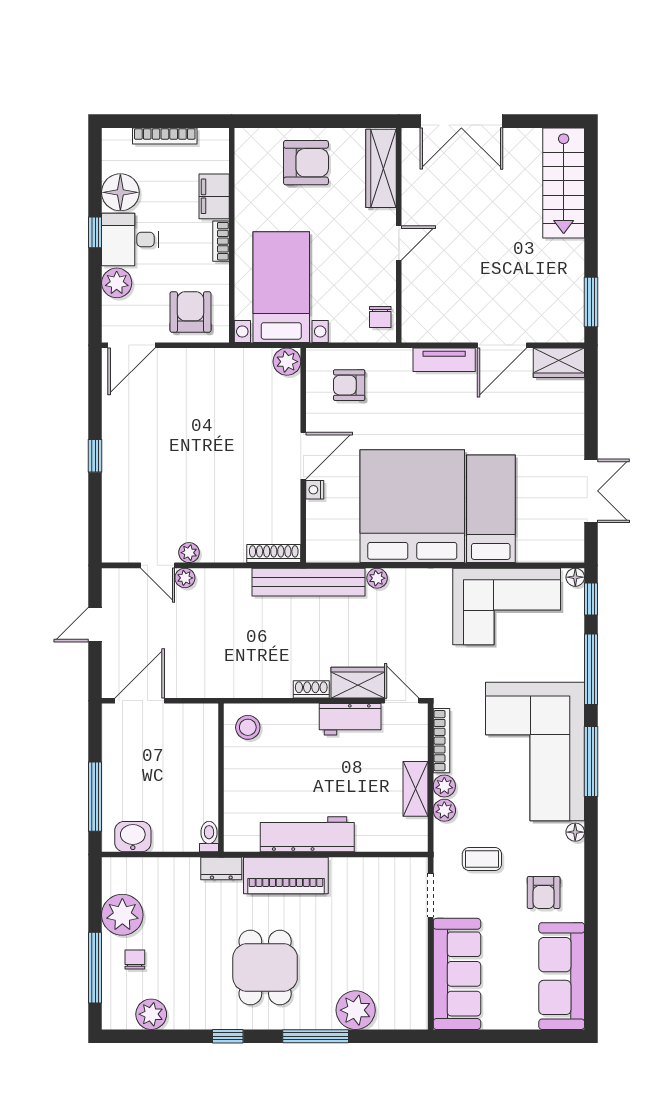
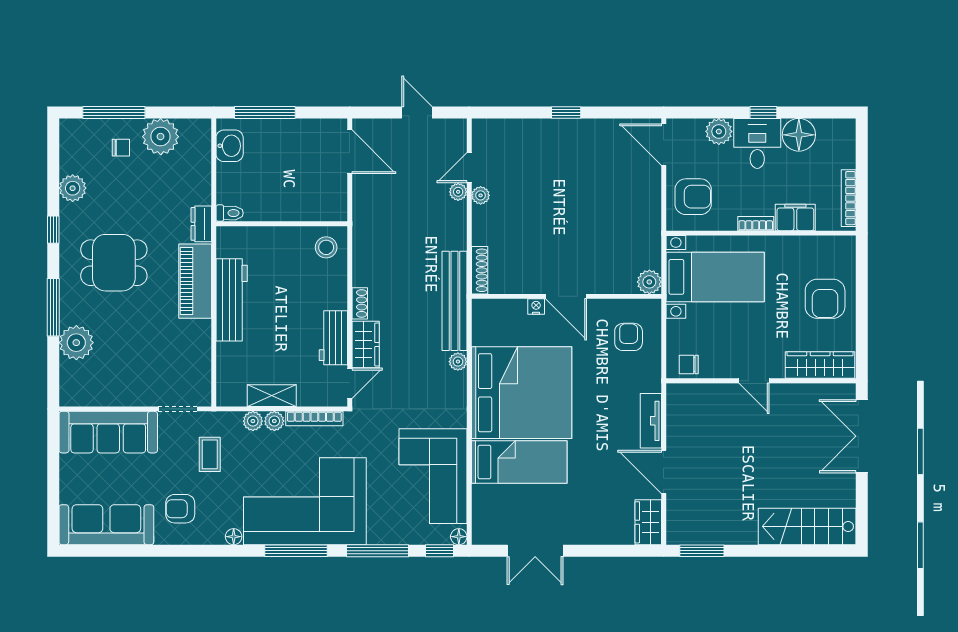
bookcase: (165, 136) -> (849, 198), moved
plant: (151, 1014) -> (73, 188), moved

